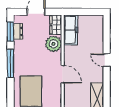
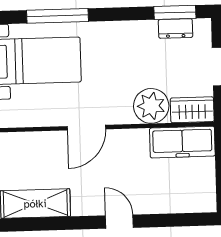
door: (107, 60) -> (119, 222), hinge flipped
window: (10, 63) -> (57, 16), moved

